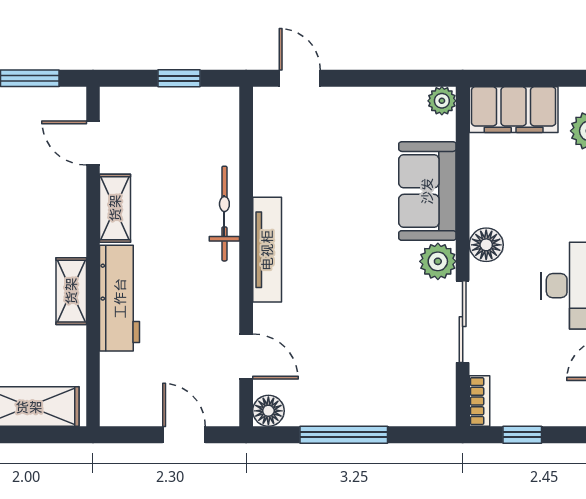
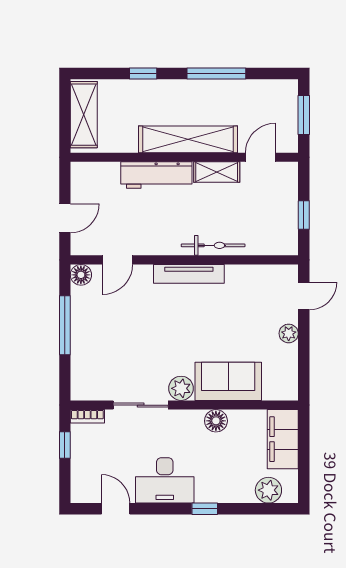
plant: (442, 101) -> (289, 333), moved
floor lamp: (486, 245) -> (216, 421), moved
shelving: (71, 291) -> (188, 139), width x2.20, depth x1.33

